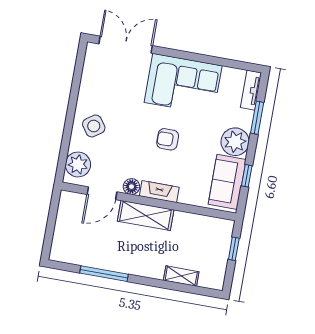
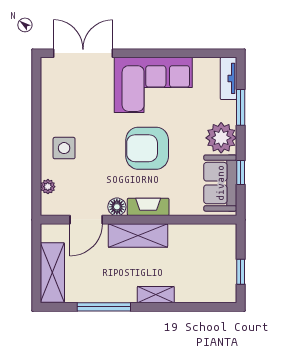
side table: (94, 126) -> (64, 148), turned 36
armchair: (168, 139) -> (147, 148), width x1.88, depth x1.88
plant: (78, 164) -> (48, 187), width x0.53, depth x0.53
shelving: (64, 235) -> (52, 273), added
window: (234, 249) -> (241, 272), moved
shelving: (181, 276) -> (156, 295), moved

